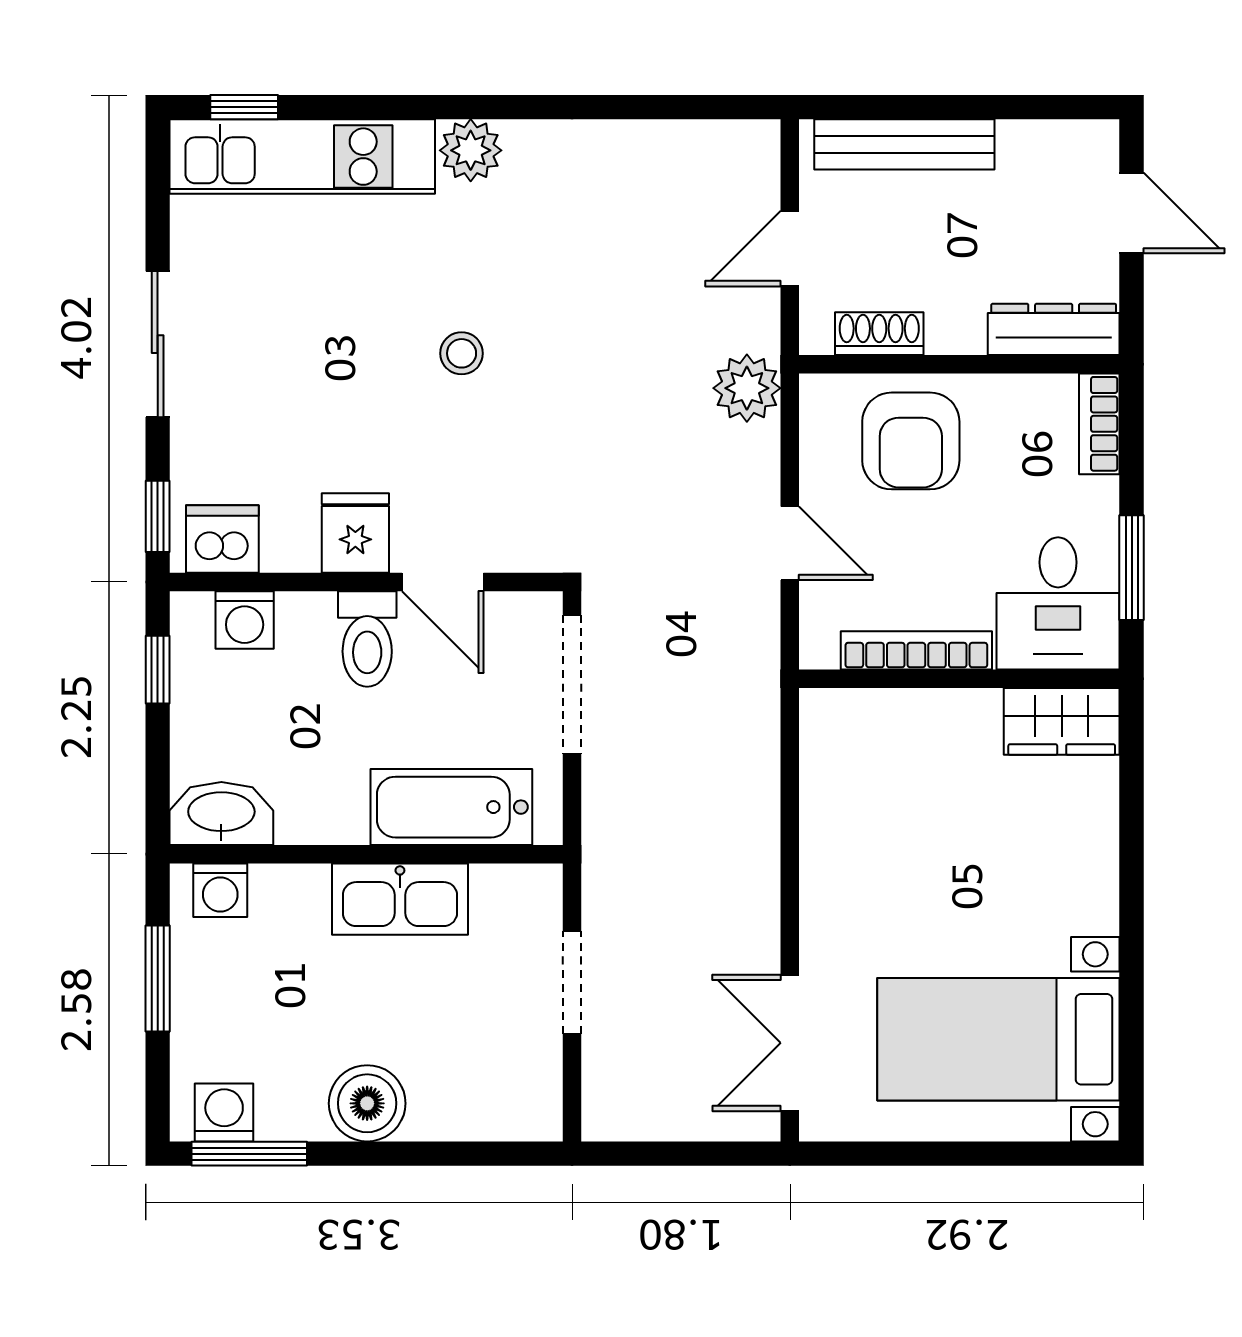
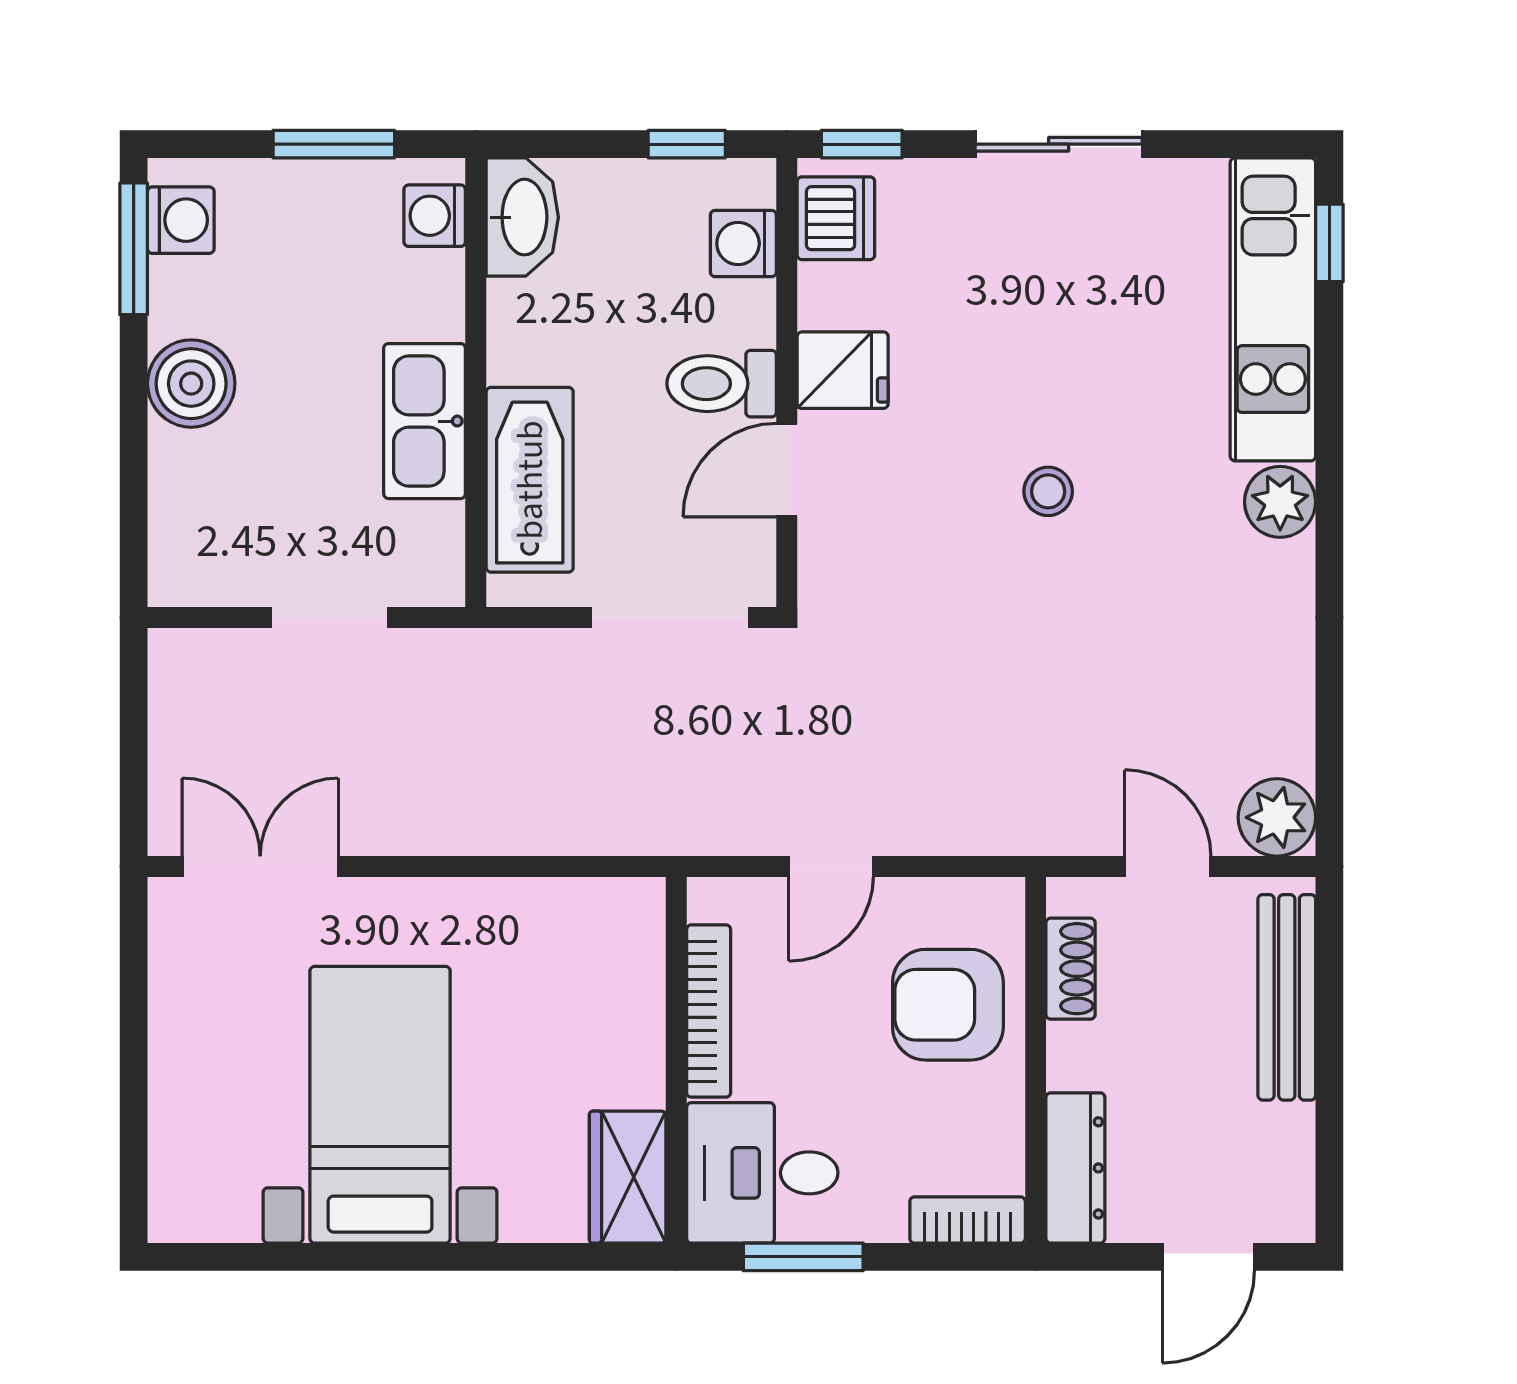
plant: (747, 388) -> (1277, 817), moved
bed with nightstands: (998, 1039) -> (380, 1105), moved

